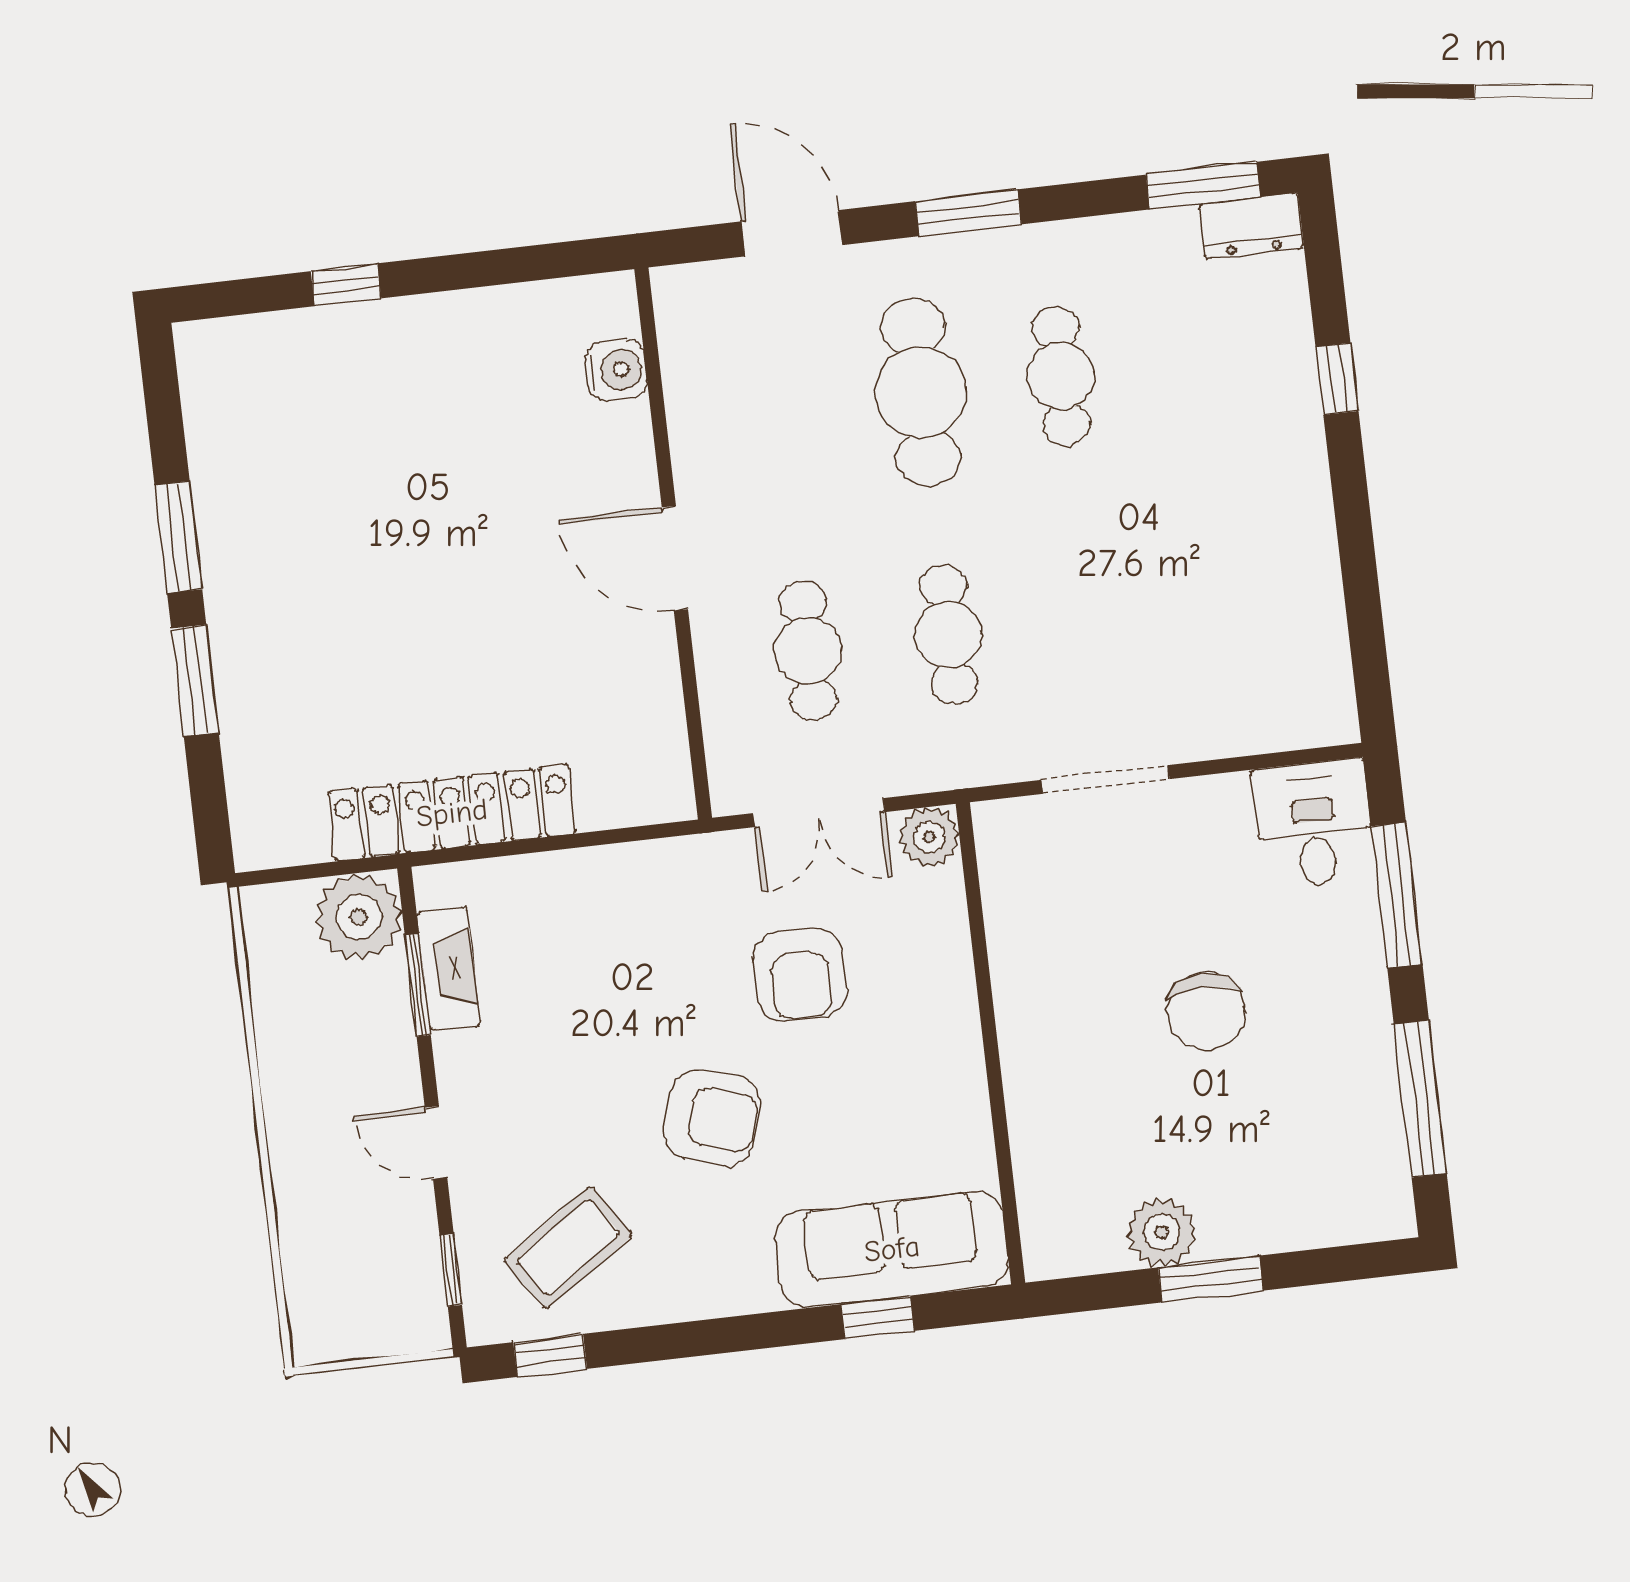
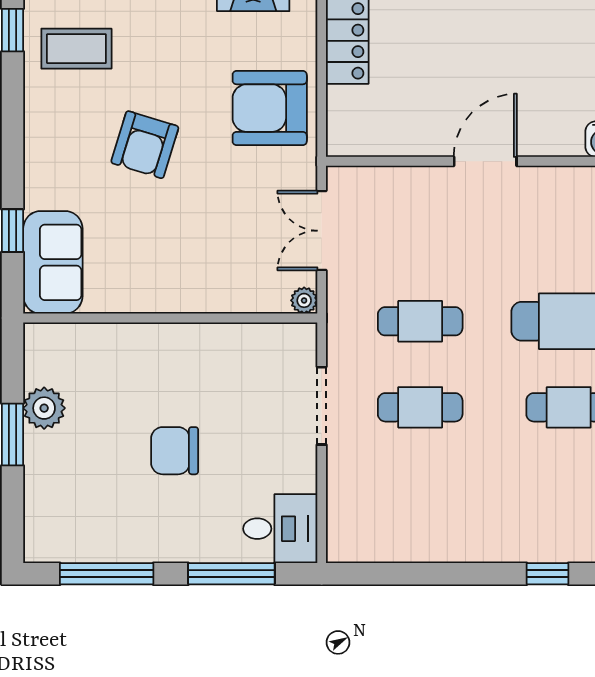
cafe table: (808, 651) -> (420, 407), moved
plant: (929, 837) -> (304, 300), width x0.73, depth x0.73
armchair: (800, 975) -> (270, 108), moved, width x1.36, depth x1.36
coffee table: (568, 1247) -> (76, 49), turned -56
sofa: (892, 1249) -> (53, 262), width x0.73

